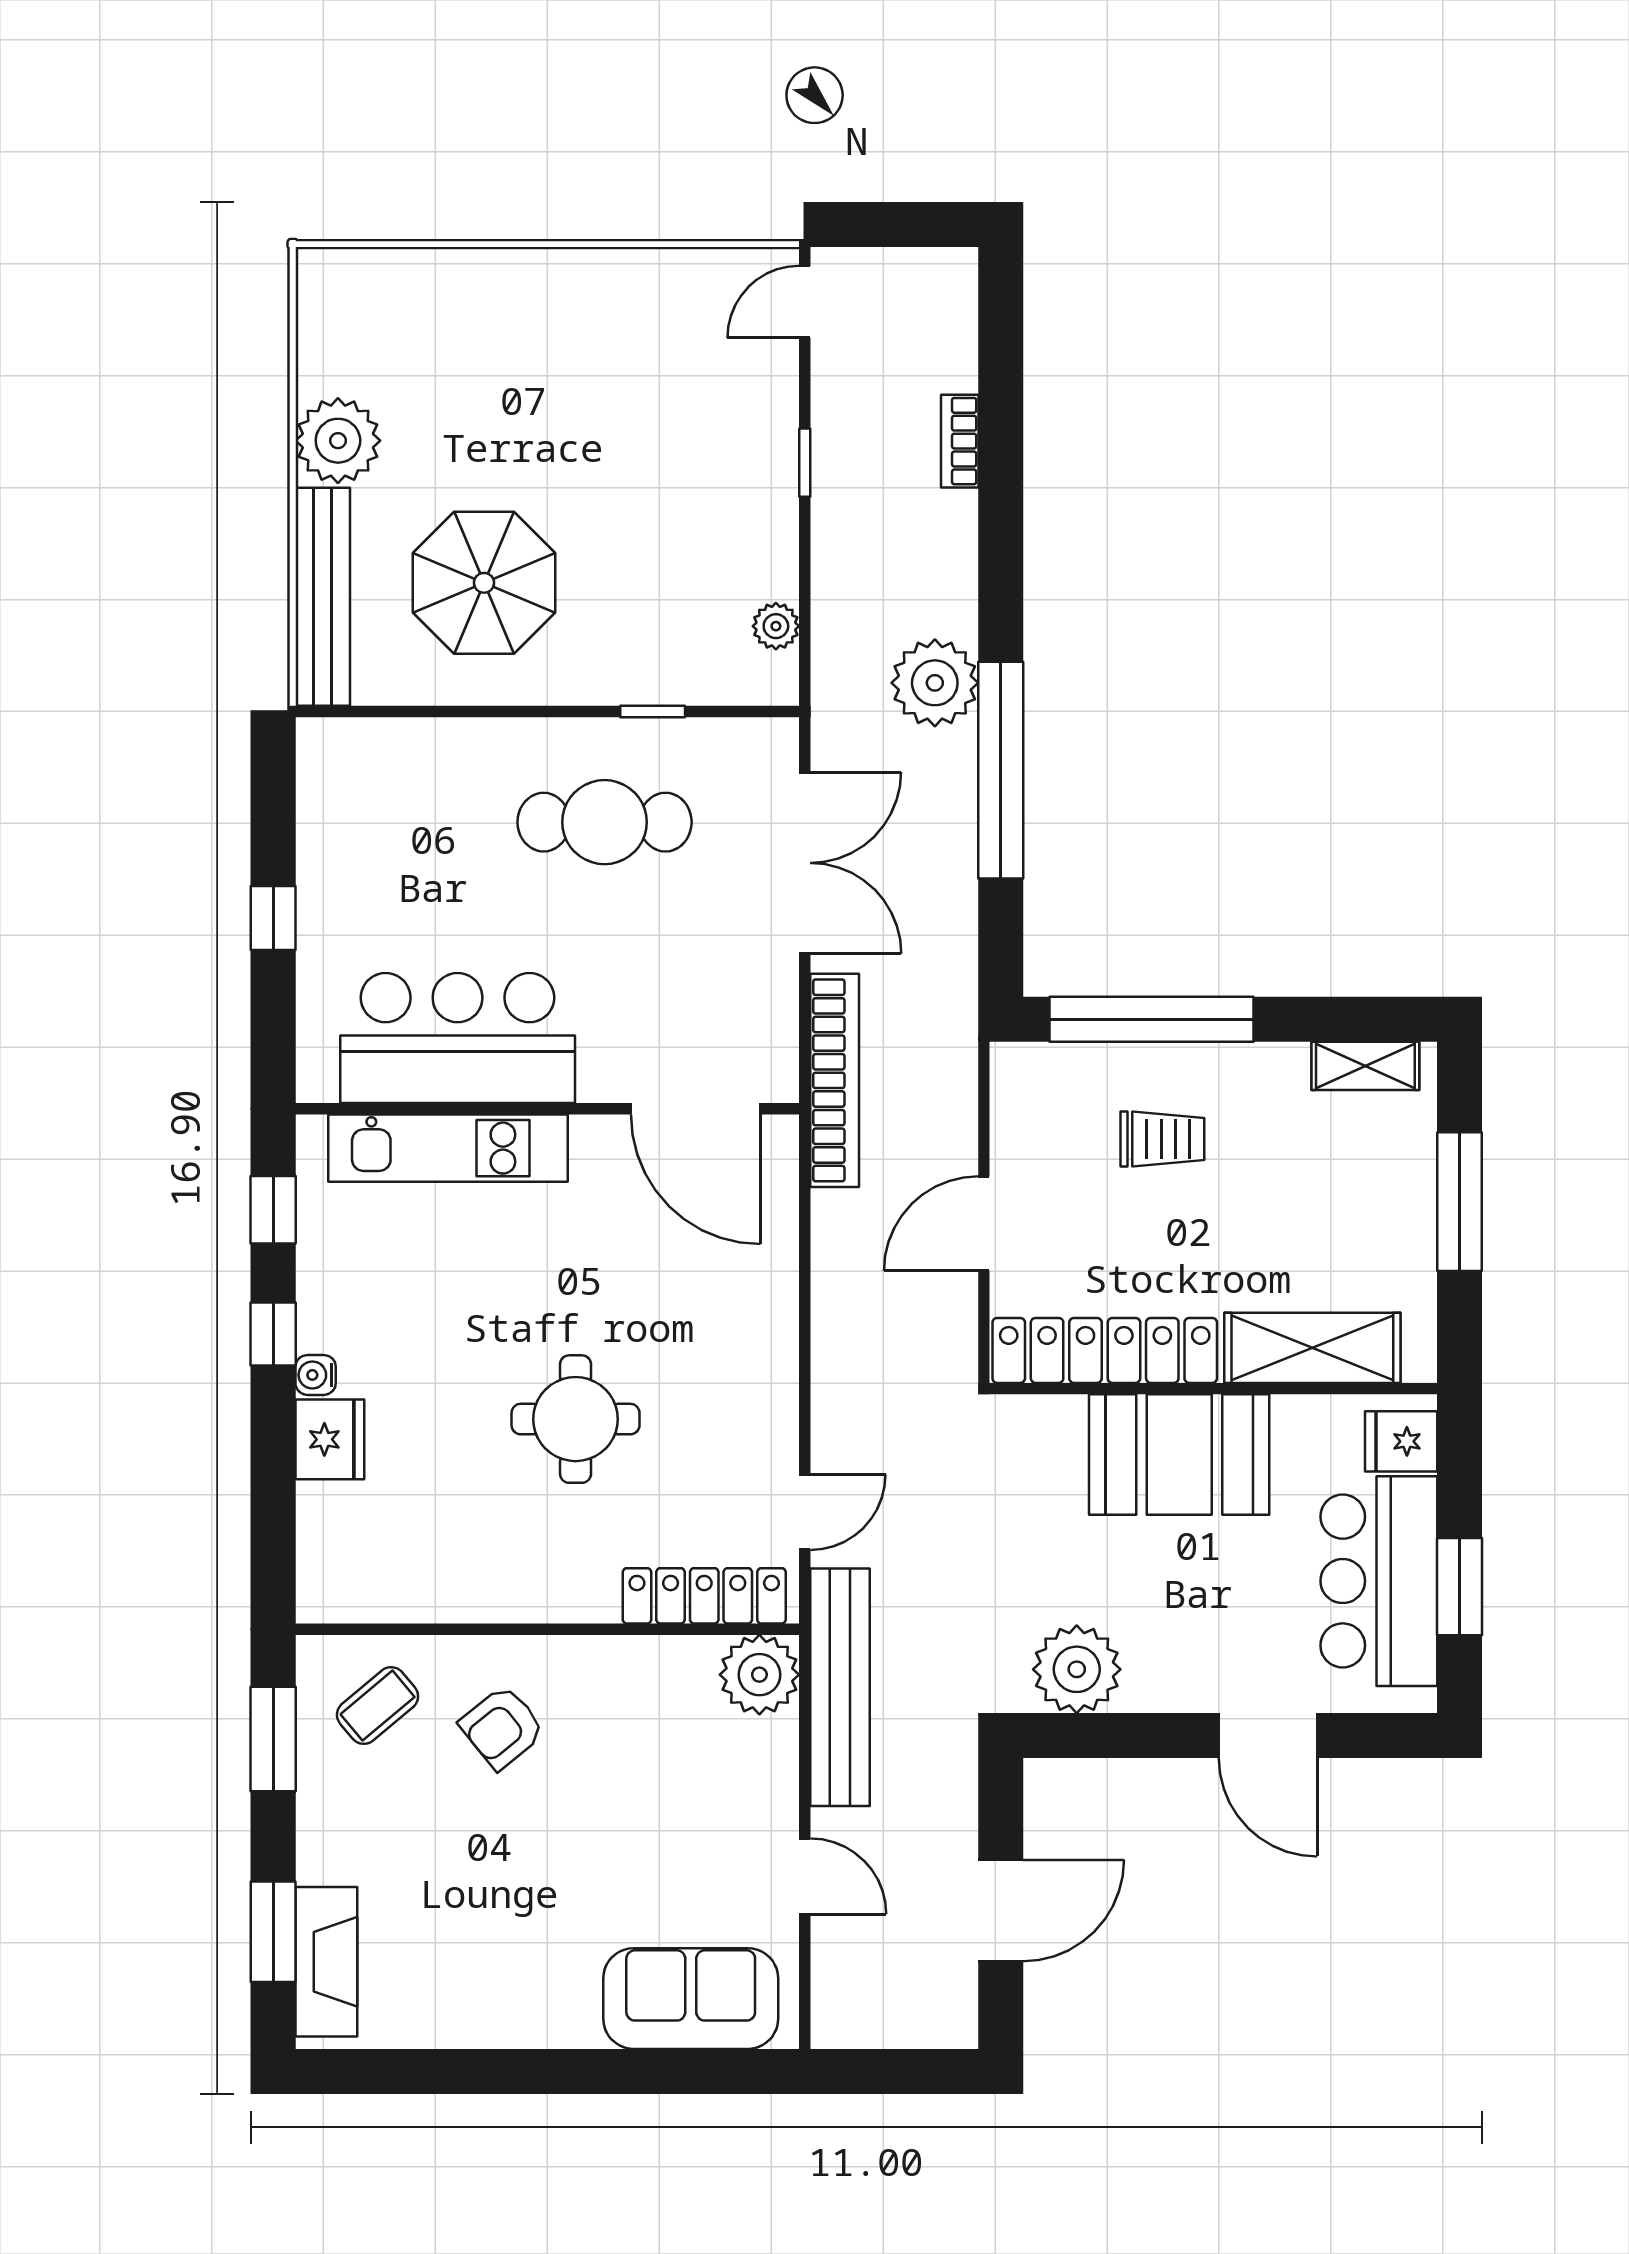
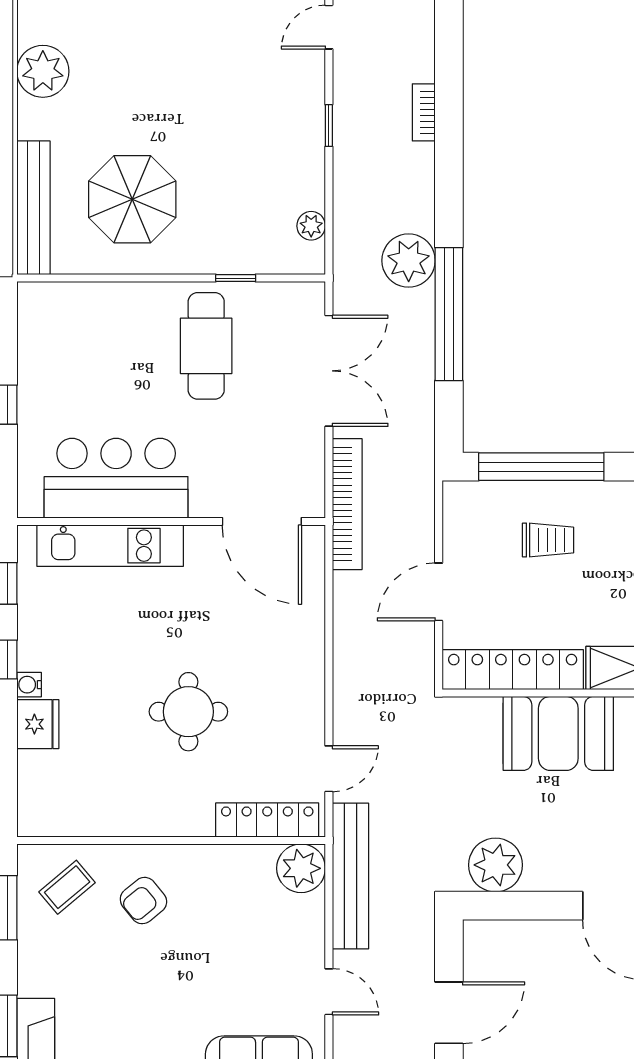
plant: (338, 441) -> (43, 71), moved
cafe table: (605, 822) -> (206, 346), turned 90

